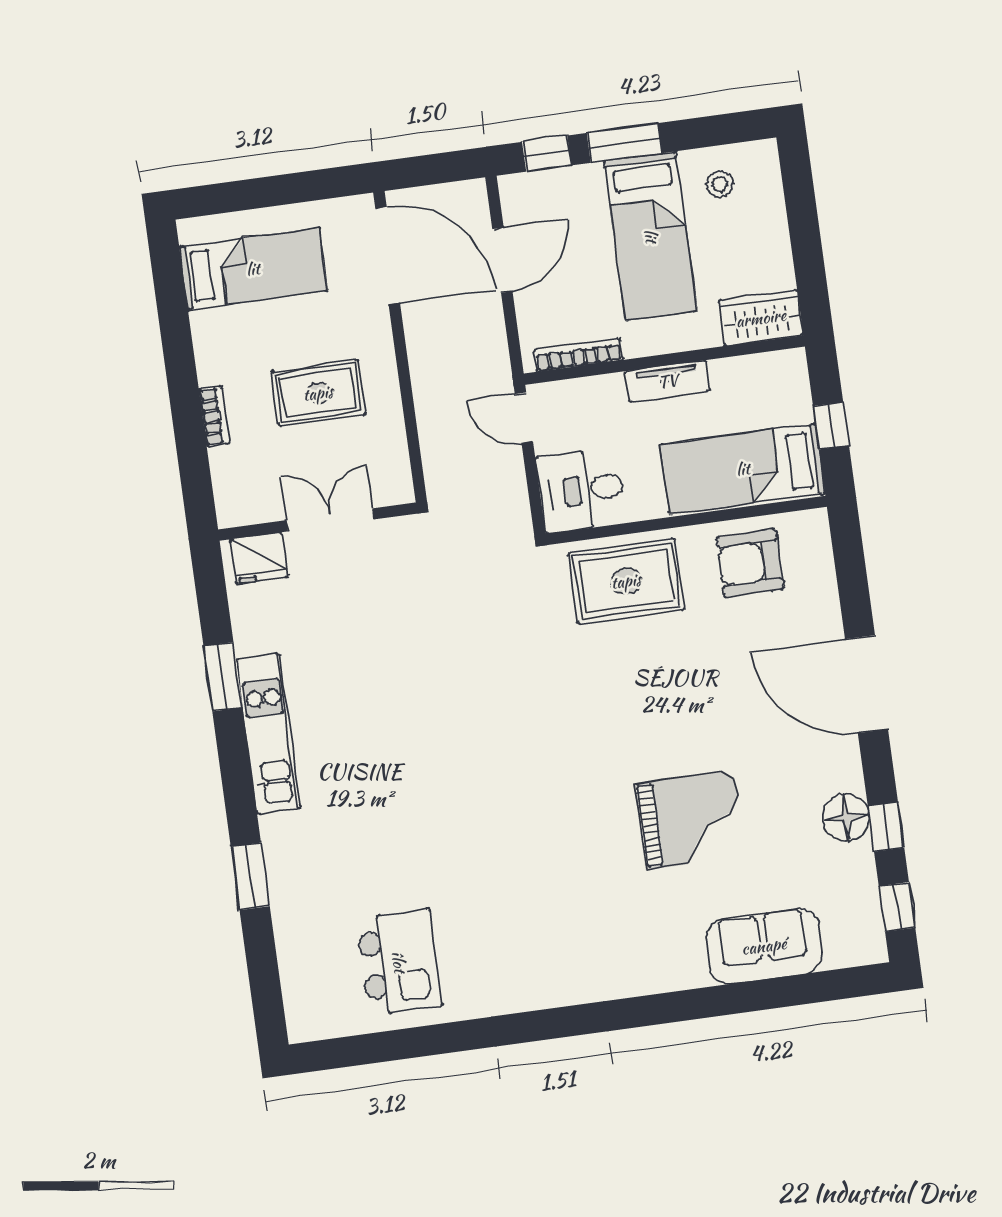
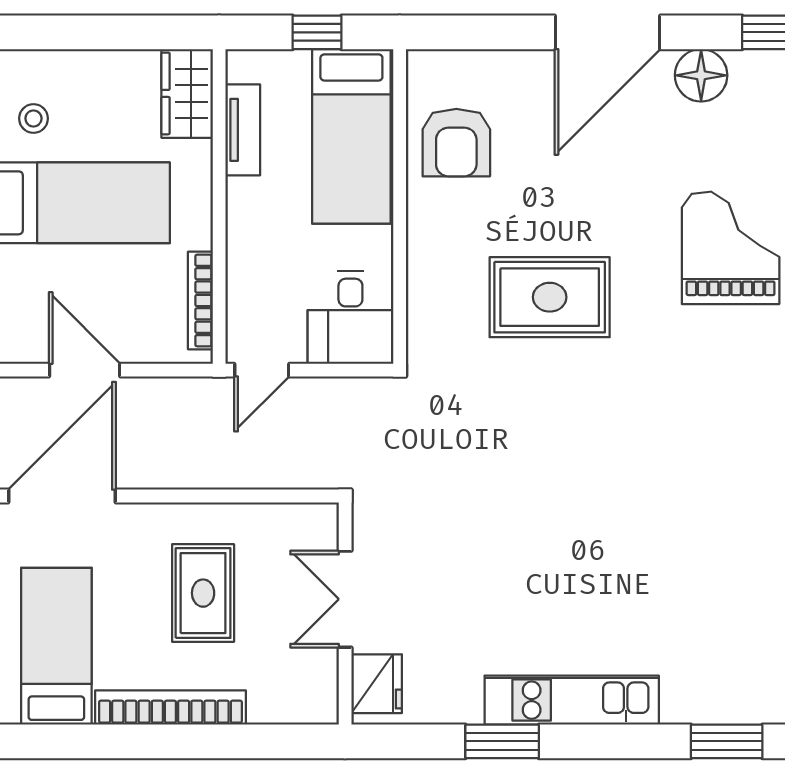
tv unit: (668, 381) -> (243, 130), moved
bookcase: (214, 416) -> (170, 708), width x2.31, depth x1.31
rug: (626, 581) -> (550, 297), moved, turned 90
floor lamp: (846, 817) -> (701, 75), moved

